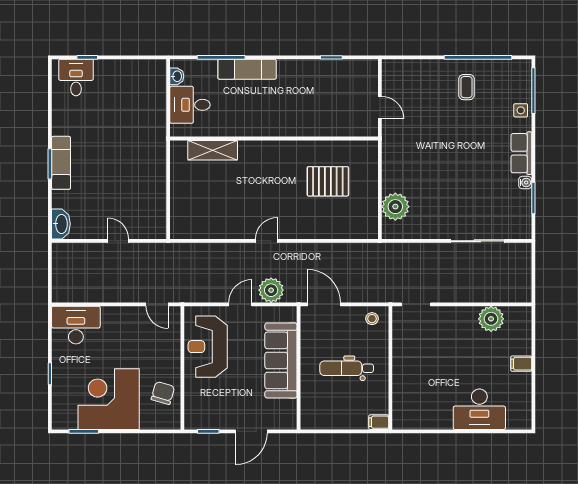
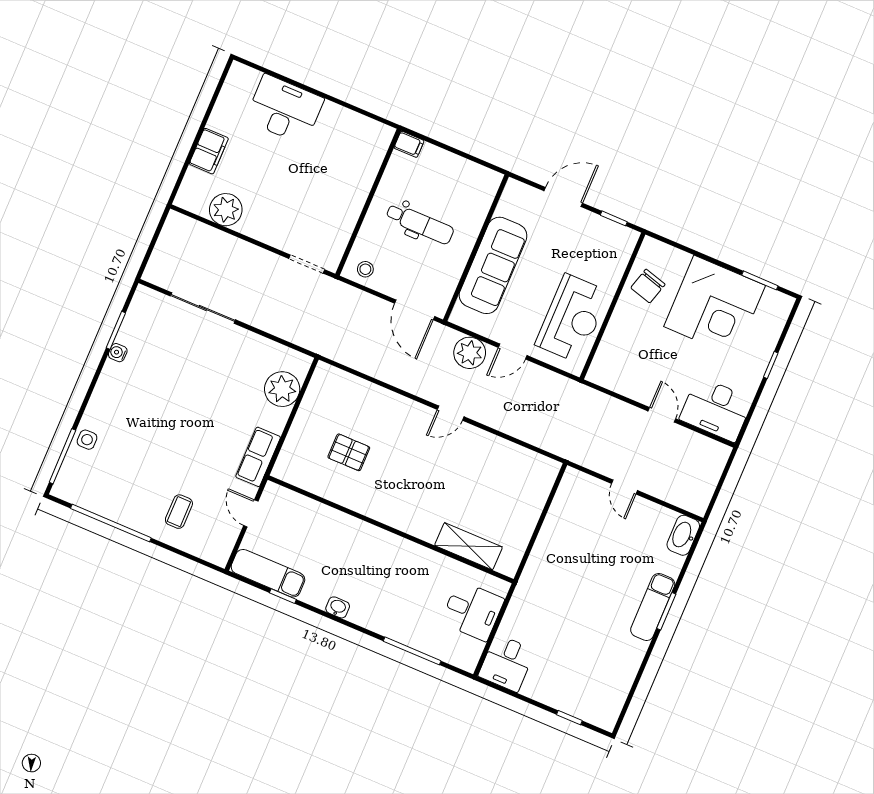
exam couch: (247, 69) -> (268, 573), moved
washbasin: (177, 76) -> (338, 607), moved, turned 90
desk: (76, 78) -> (507, 663), moved
coffee table: (466, 87) -> (179, 512), moved
row of seats: (521, 153) -> (258, 457), moved, turned 180
pallet: (328, 181) -> (349, 452), width x0.67, depth x0.71
door: (157, 304) -> (662, 415), moved
filing cabinet: (521, 364) -> (209, 151), width x2.00

